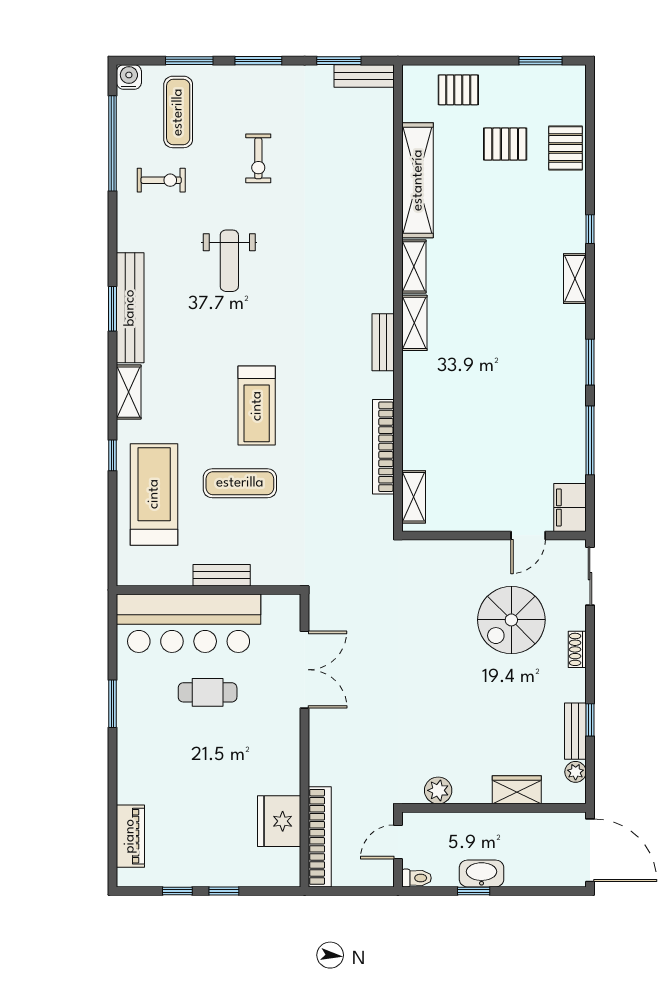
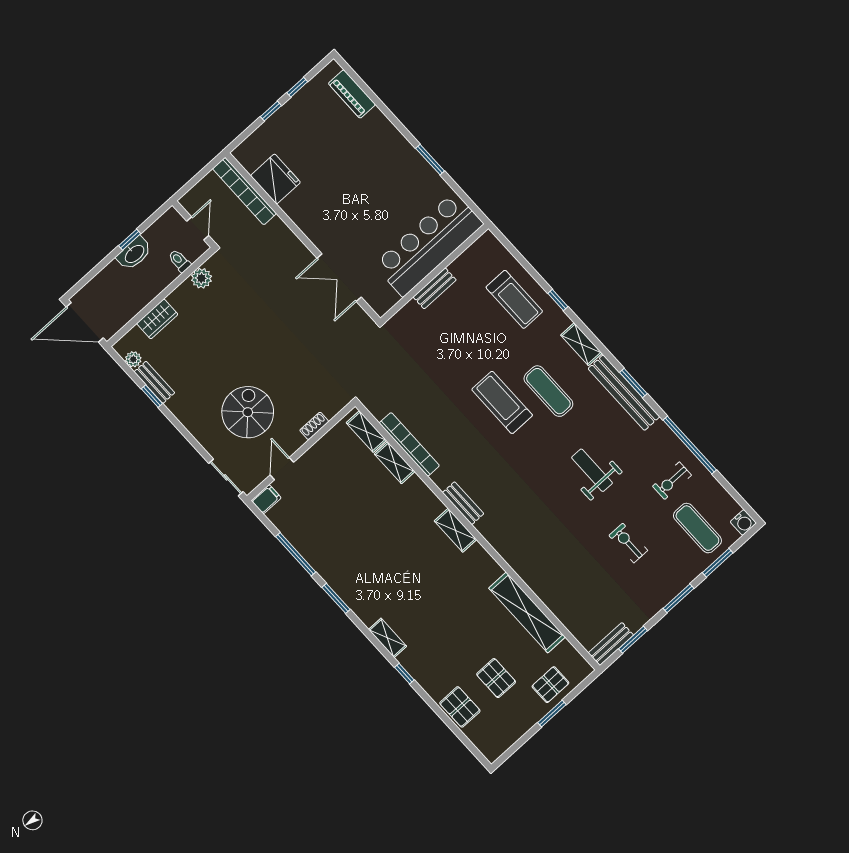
window: (540, 61) -> (552, 714), moved
window: (113, 143) -> (690, 445), moved
pallet: (505, 144) -> (496, 678), turned 90
shelving: (414, 266) -> (394, 463), moved
exercise mat: (240, 483) -> (548, 391), moved, turned 90
treadmill: (154, 494) -> (514, 299), width x0.73, depth x0.73
filing cabinet: (570, 507) -> (266, 499), width x0.50
shoe rack: (577, 649) -> (314, 426), moved, turned -90
cafe table: (208, 692) -> (382, 215), removed
toilet: (417, 878) -> (179, 261), moved, turned 90

